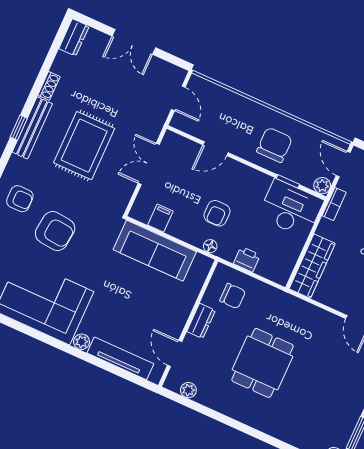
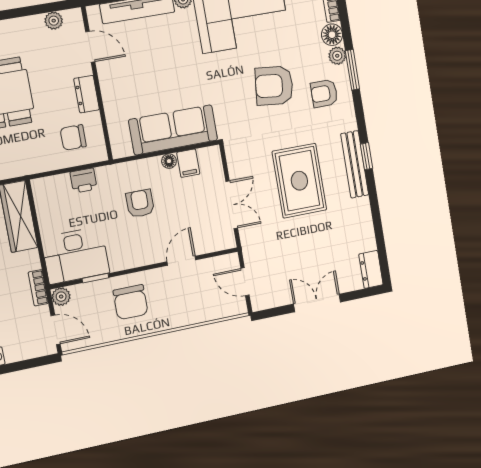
shoe rack: (49, 86) -> (365, 212), removed
floor lamp: (210, 246) -> (169, 161), moved

